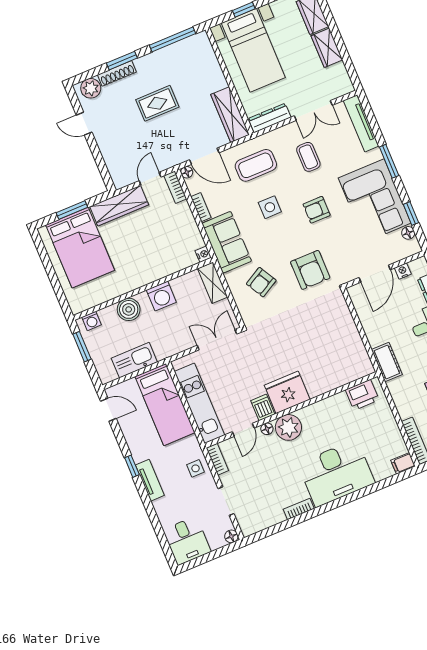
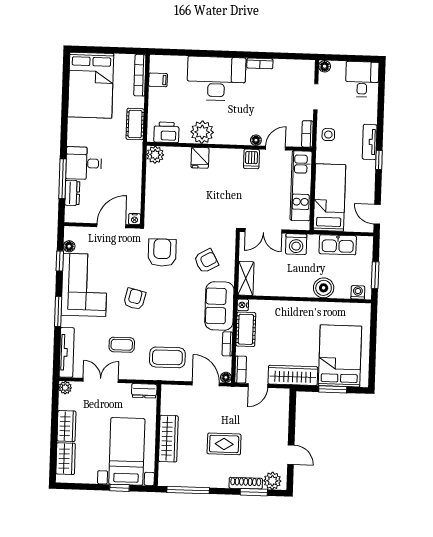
window: (122, 61) -> (254, 492), moved
plant: (346, 87) -> (65, 388), added
wardrobe: (230, 115) -> (168, 439), moved
dresser: (270, 118) -> (144, 391), width x0.70
coffee table: (308, 157) -> (122, 345), turned 90
side table: (270, 207) -> (172, 318), removed
armchair: (317, 210) -> (135, 299), turned -77
cot: (189, 231) -> (246, 329), added
nightstand: (403, 271) -> (135, 219), moved
washing machine: (161, 296) -> (296, 244), moved, turned 180
cot: (387, 362) -> (135, 124), moved
plant: (363, 367) -> (155, 155), added
fridge: (287, 392) -> (200, 158), moved, width x0.53, depth x0.75
plant: (288, 427) -> (202, 132), moved
filing cabinet: (403, 463) -> (158, 80), moved

